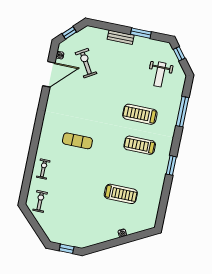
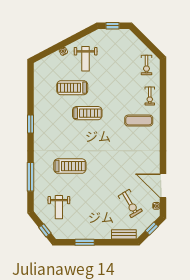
bench: (121, 37) -> (124, 234), moved
door: (49, 74) -> (163, 186), hinge flipped
weight bench: (160, 74) -> (59, 207), turned 180
exercise mat: (77, 141) -> (139, 121), moved
treadmill: (140, 145) -> (87, 113), moved
weight bench: (101, 221) -> (86, 59), added

